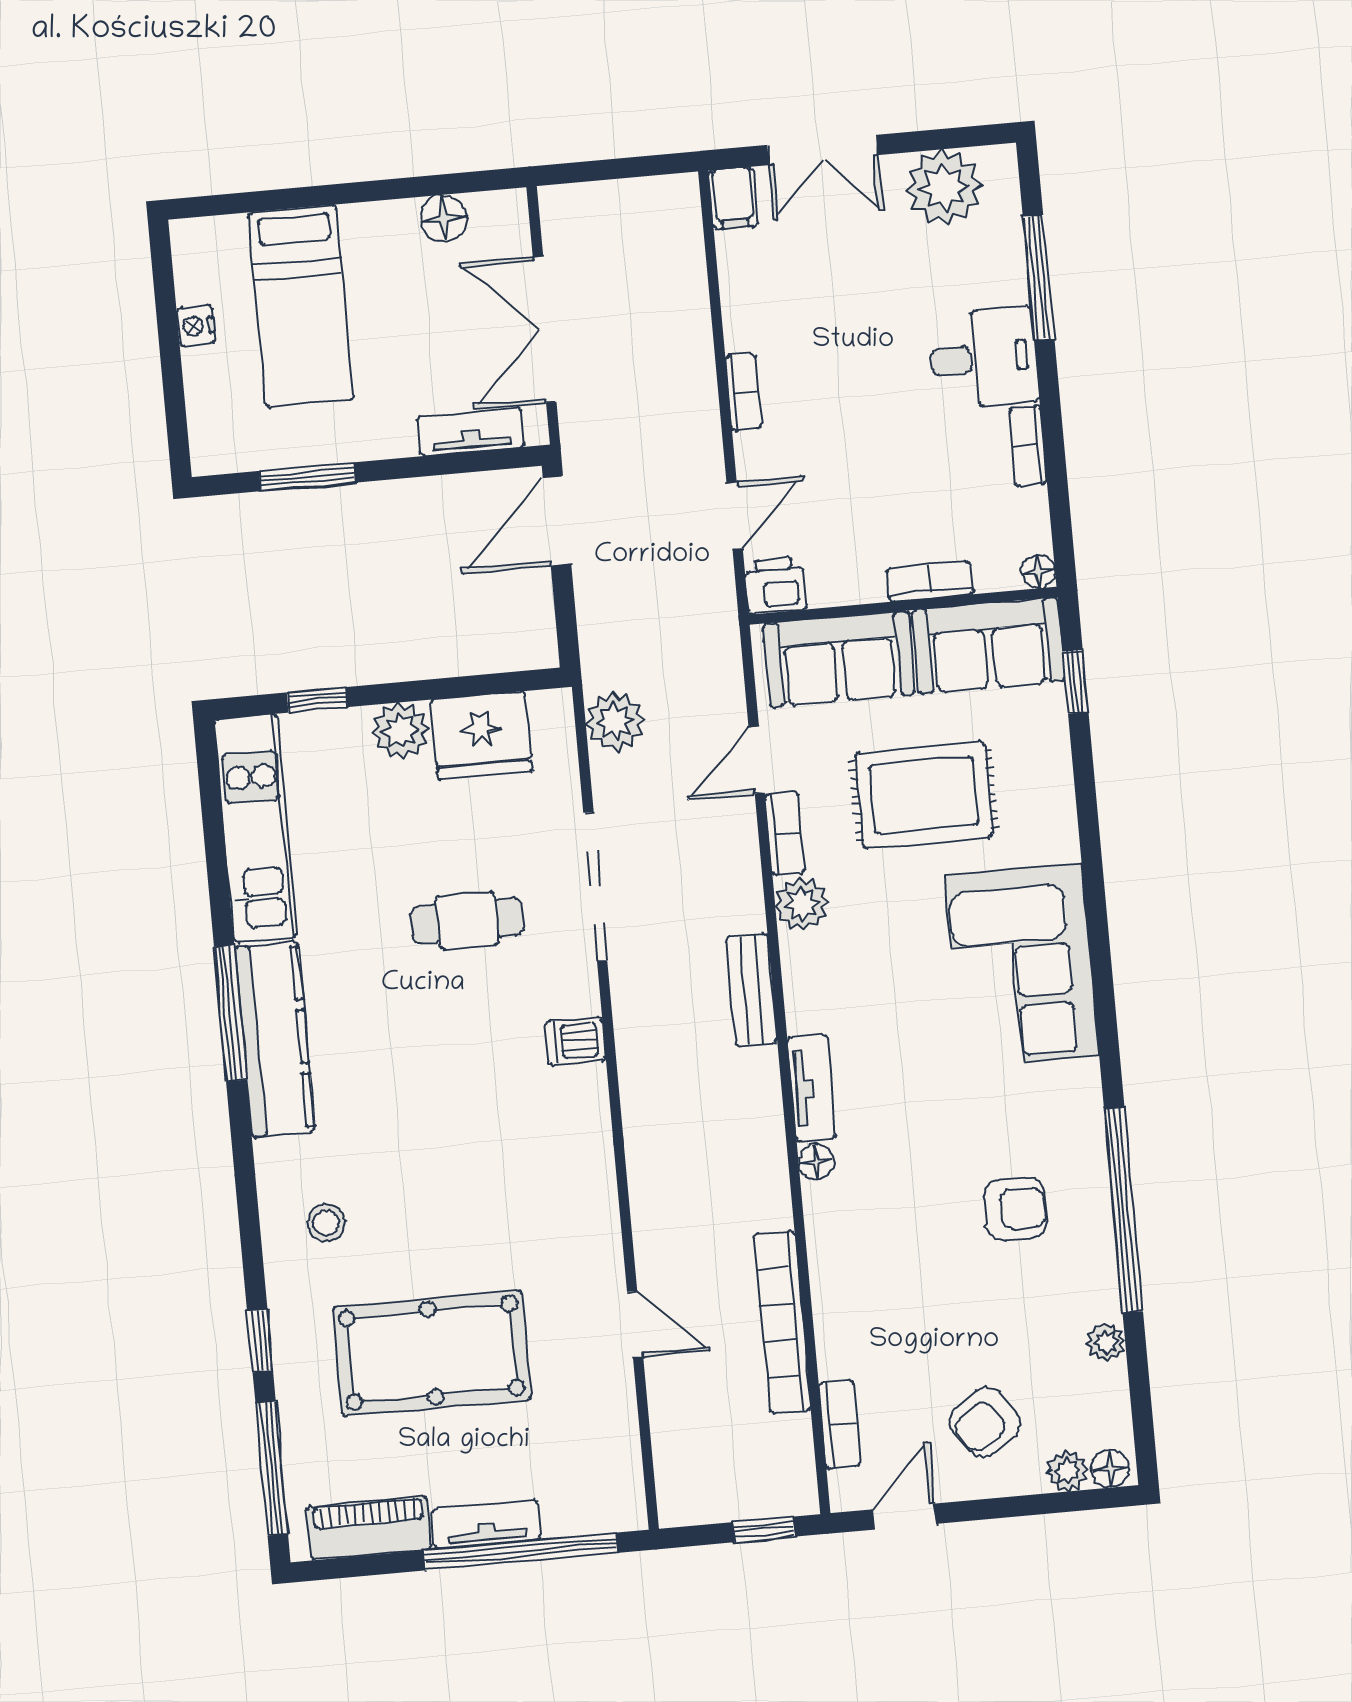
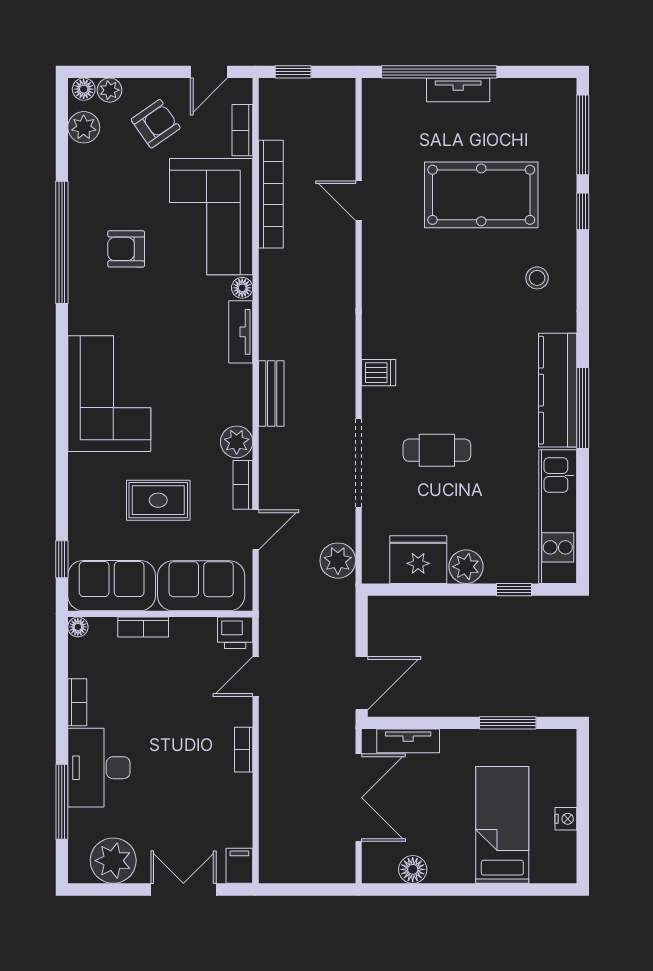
desk: (984, 358) -> (99, 768), width x1.37
rug: (924, 795) -> (158, 500), width x0.73, depth x0.70
corner sofa: (879, 1276) -> (211, 217), added
plant: (1106, 1342) -> (84, 127), moved, width x1.38, depth x1.38
piano: (369, 1528) -> (528, 94), removed

